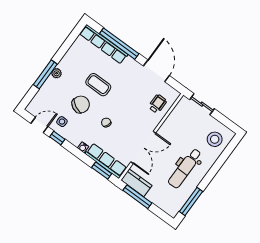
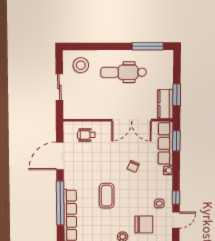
chair: (81, 104) -> (144, 224), moved, turned 152
sliding door: (202, 104) -> (59, 87), moved
door: (39, 125) -> (176, 220), swing flipped
double door: (143, 147) -> (132, 120), swing flipped
dental chair: (185, 168) -> (123, 72), turned 180
window: (137, 197) -> (177, 95), width x0.69

